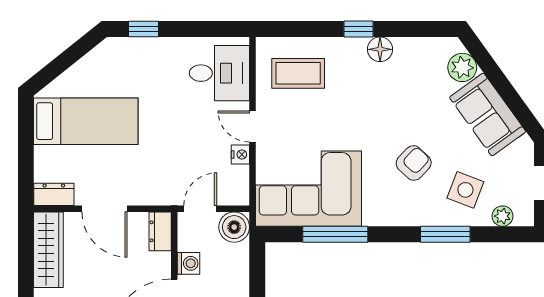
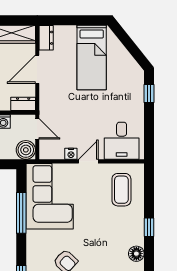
floor lamp: (380, 49) -> (136, 254), moved

